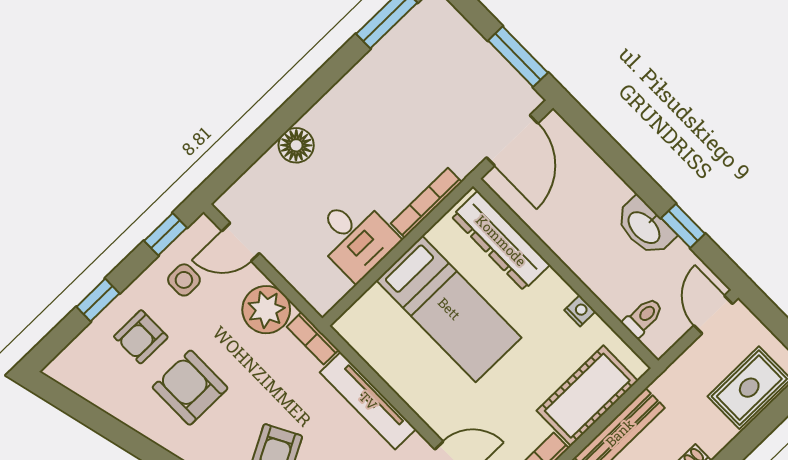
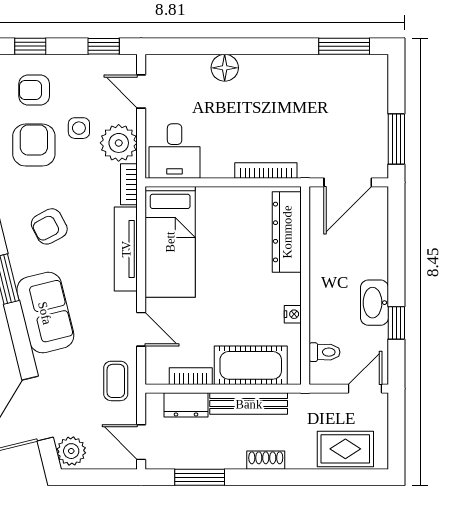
desk: (355, 237) -> (175, 151), moved
side table: (184, 280) -> (79, 128), moved
bed: (449, 309) -> (170, 242), moved

